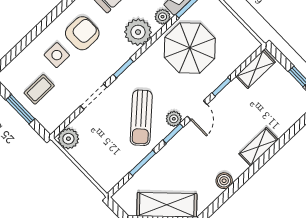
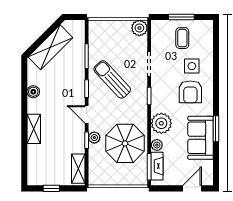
plant: (174, 119) -> (94, 138), moved

